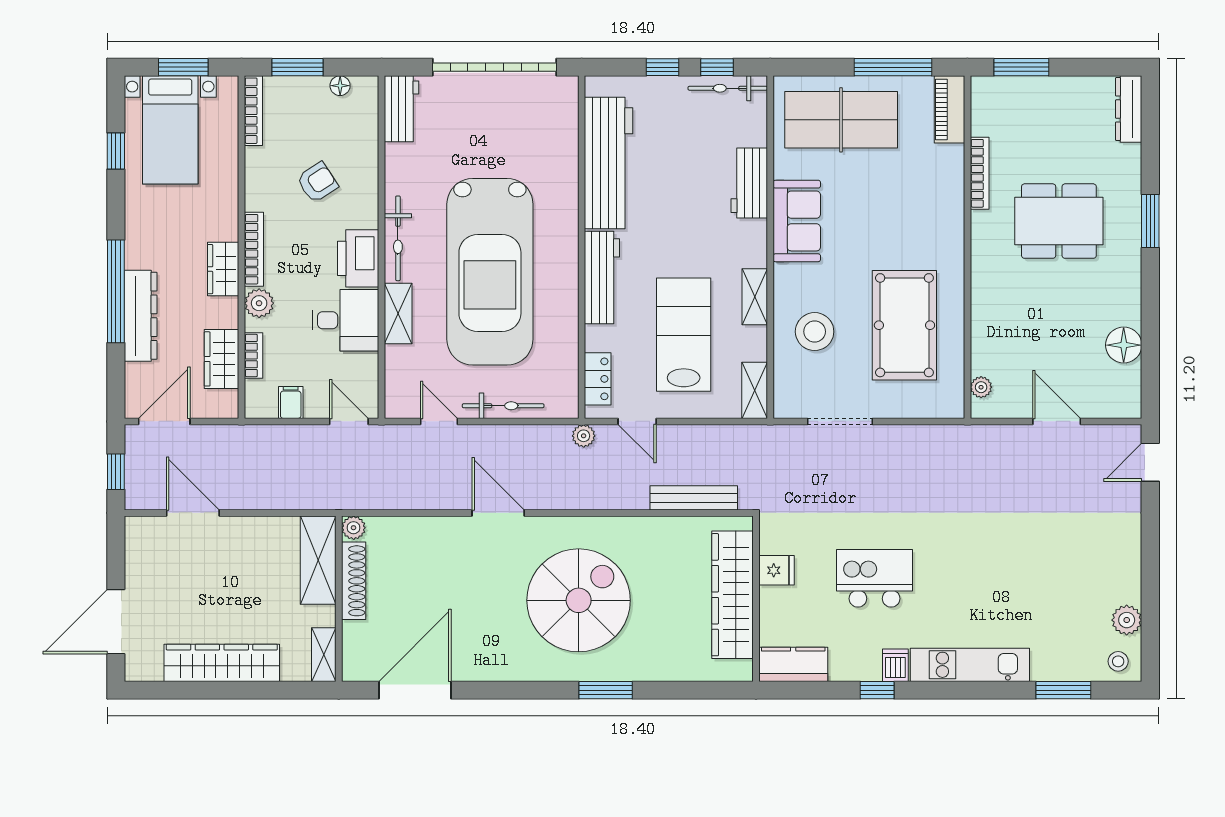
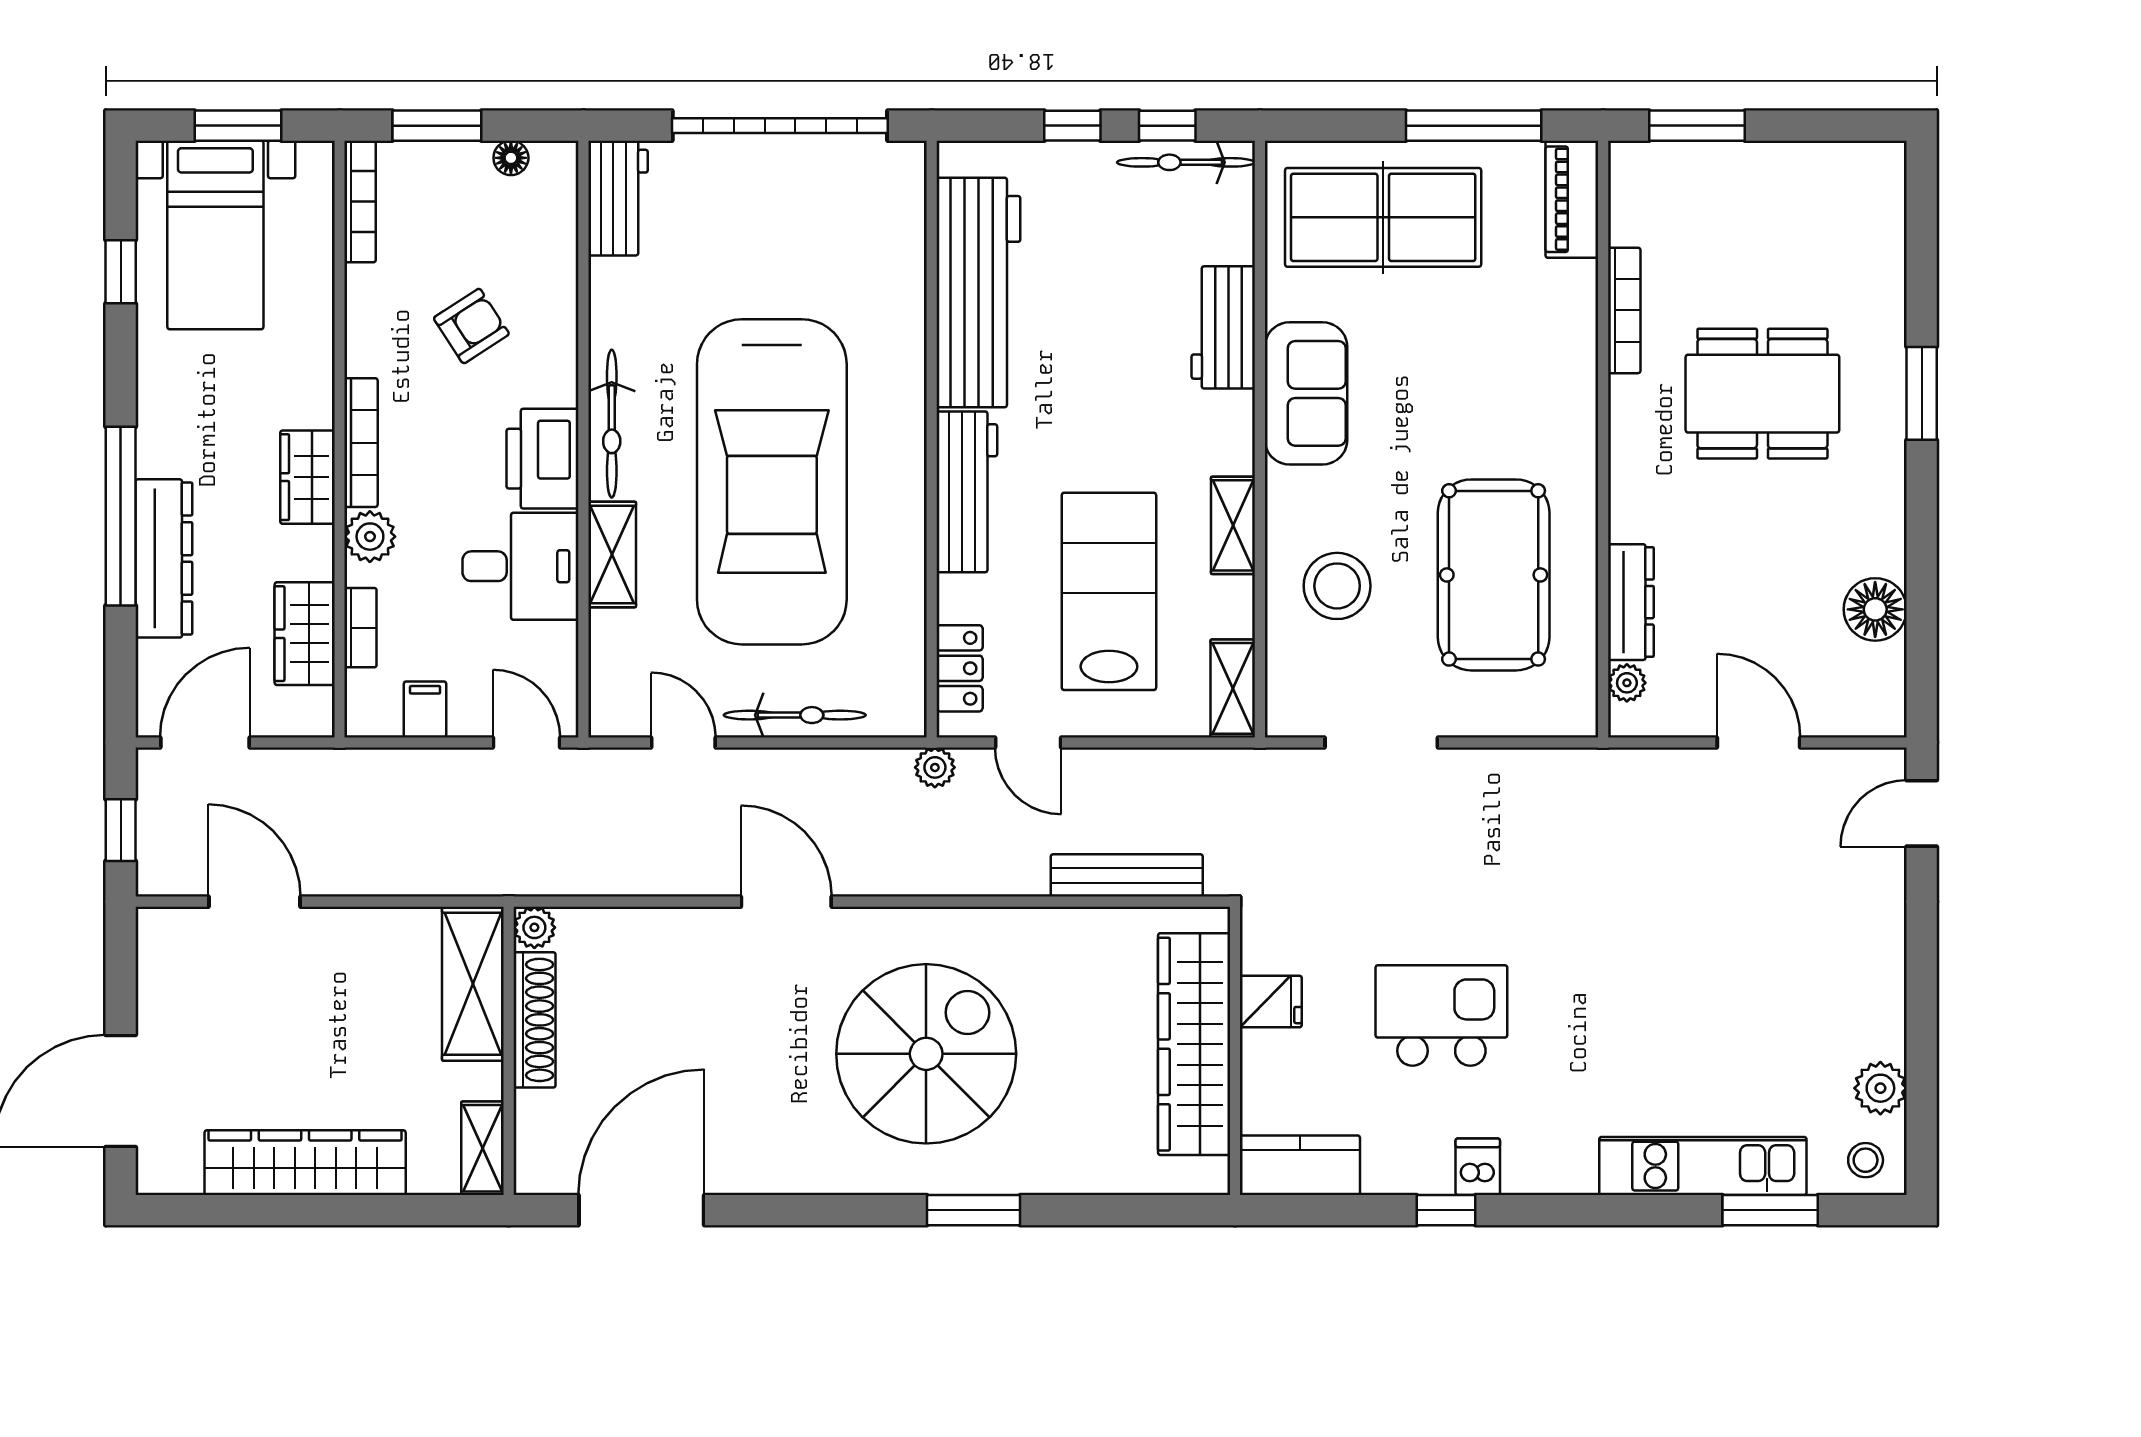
dresser: (1129, 109) -> (1631, 602), moved, turned 180
kitchen unit: (970, 665) -> (1703, 1166), moved

